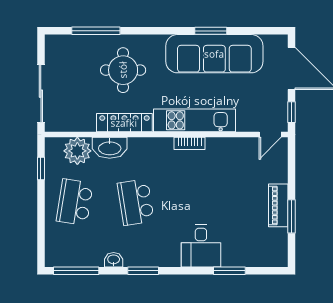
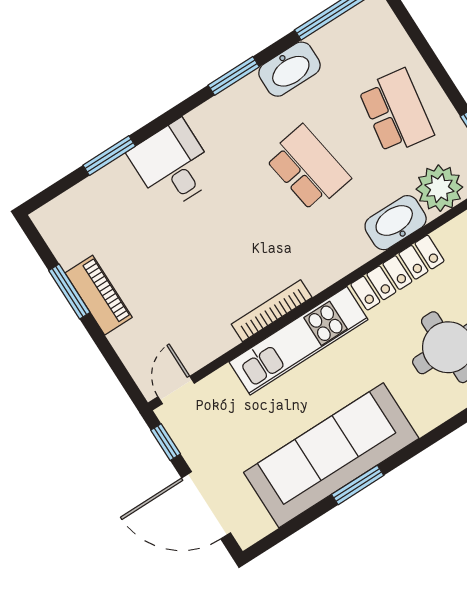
bookcase: (190, 143) -> (272, 311), width x1.56
washbasin: (114, 260) -> (289, 69), width x1.91, depth x1.45

